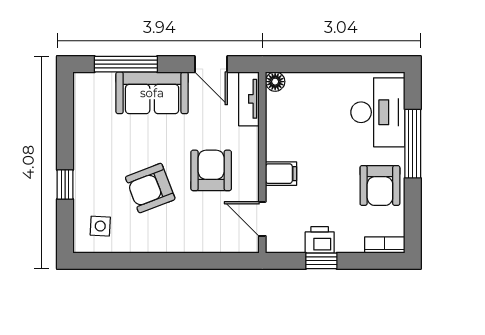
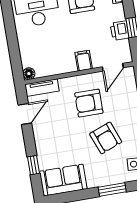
window: (126, 64) -> (34, 165), width x0.46
sofa: (152, 93) -> (63, 180), moved, turned -90
window: (65, 185) -> (112, 190), width x1.50

